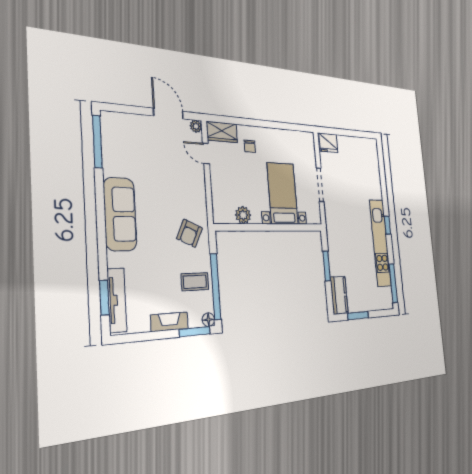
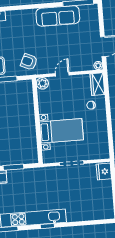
door: (206, 154) -> (62, 74), moved
sofa: (120, 214) -> (58, 16), moved
plant: (243, 215) -> (42, 83), moved

